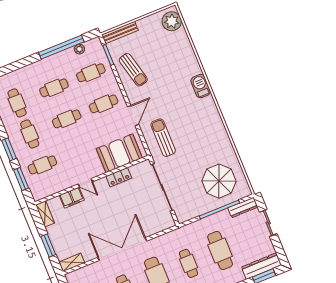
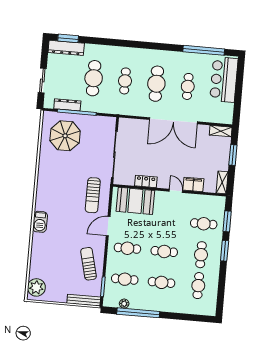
dresser: (243, 207) -> (67, 105), moved

